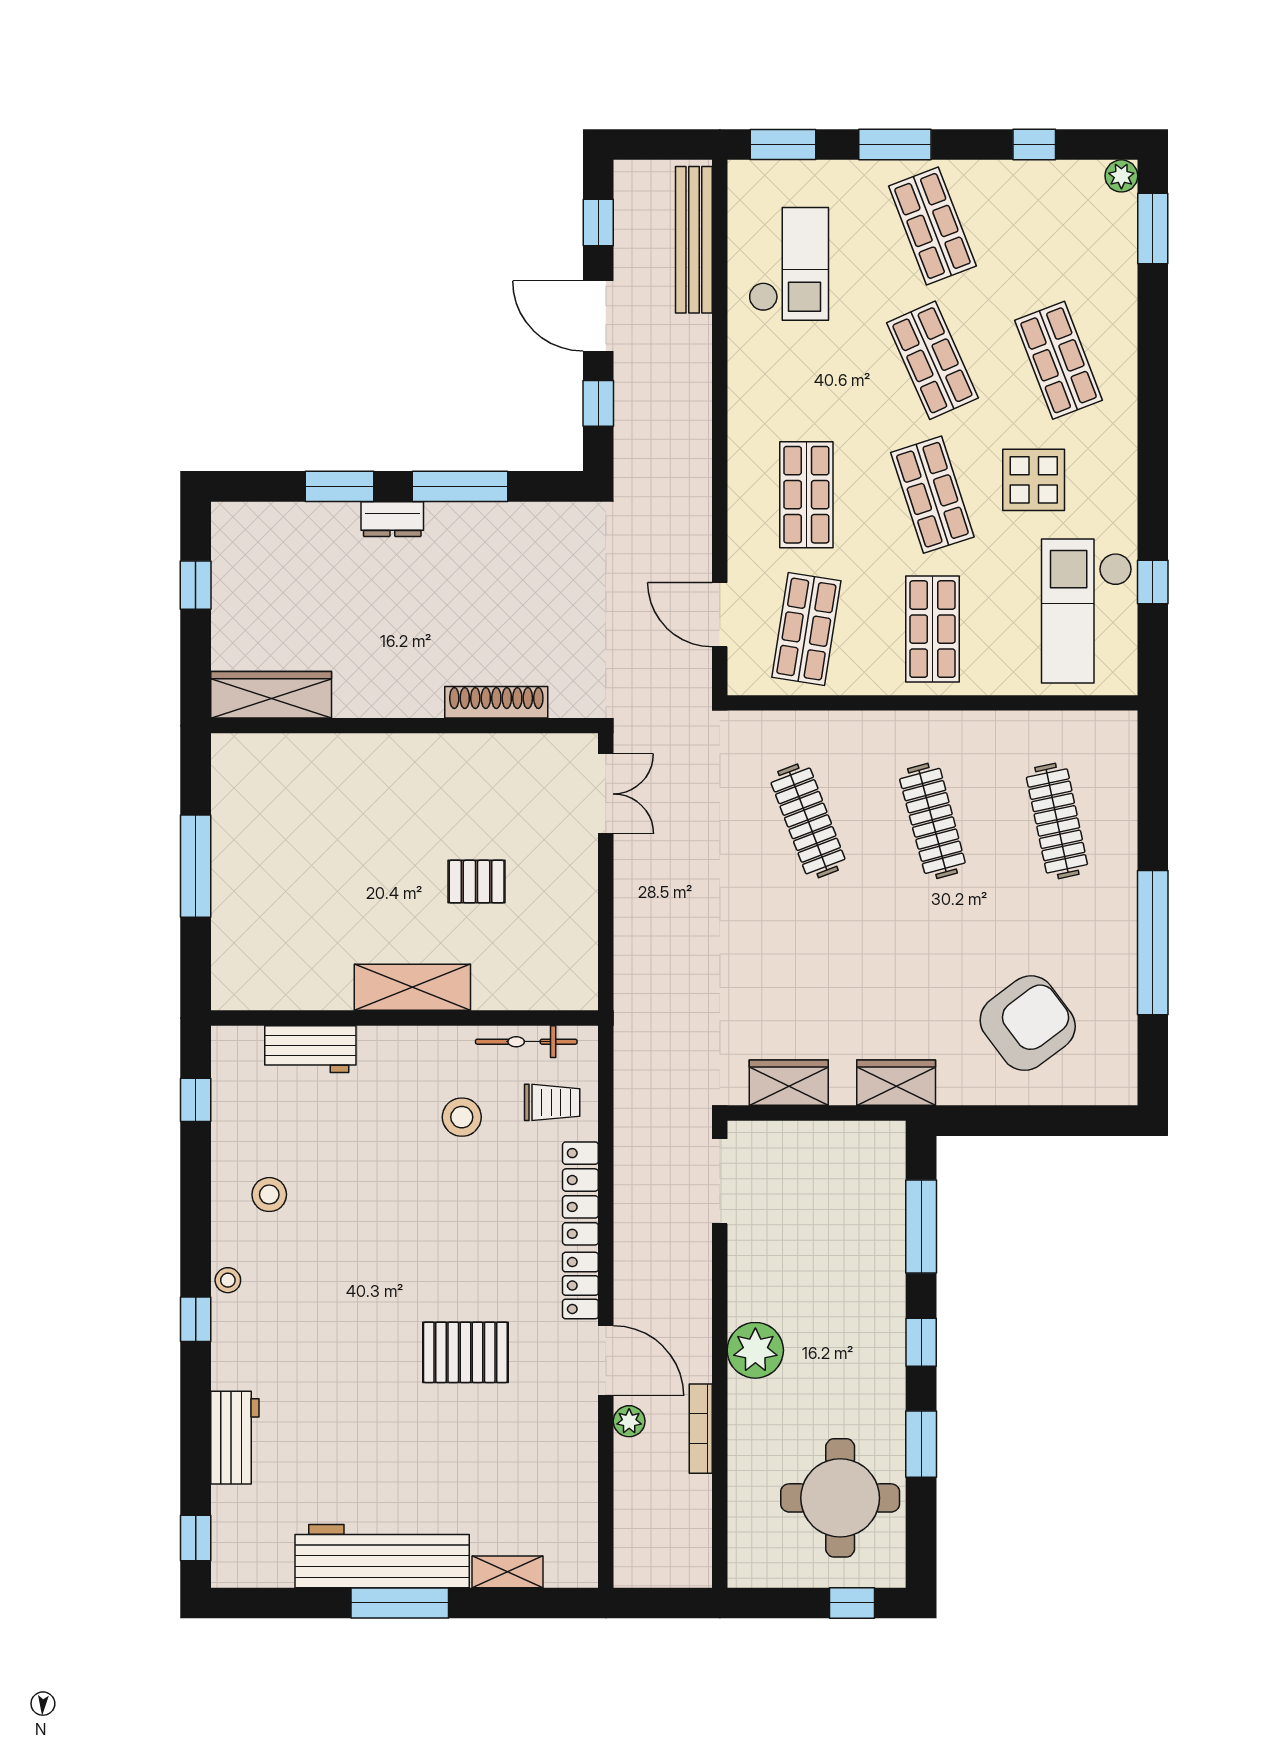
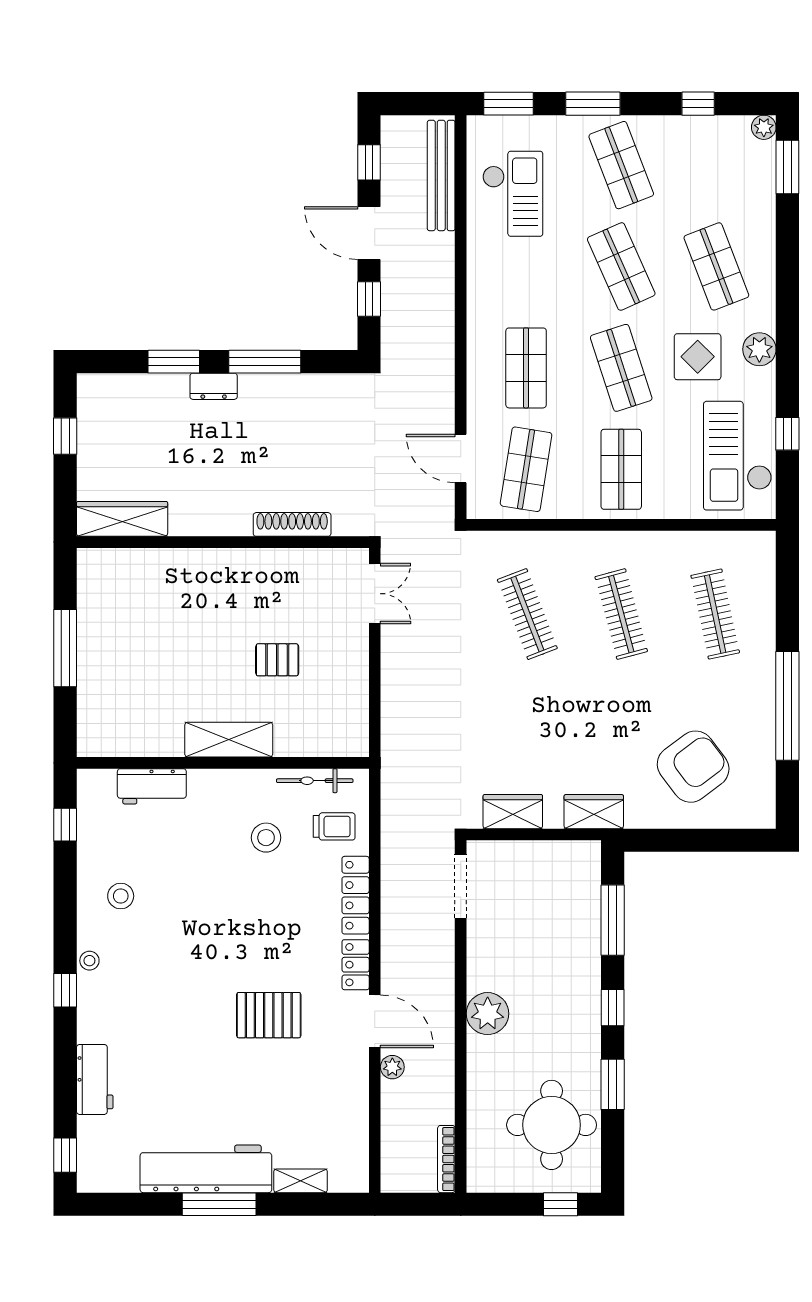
plant: (1116, 470) -> (759, 349), added
bookcase: (701, 1429) -> (446, 1159), moved

